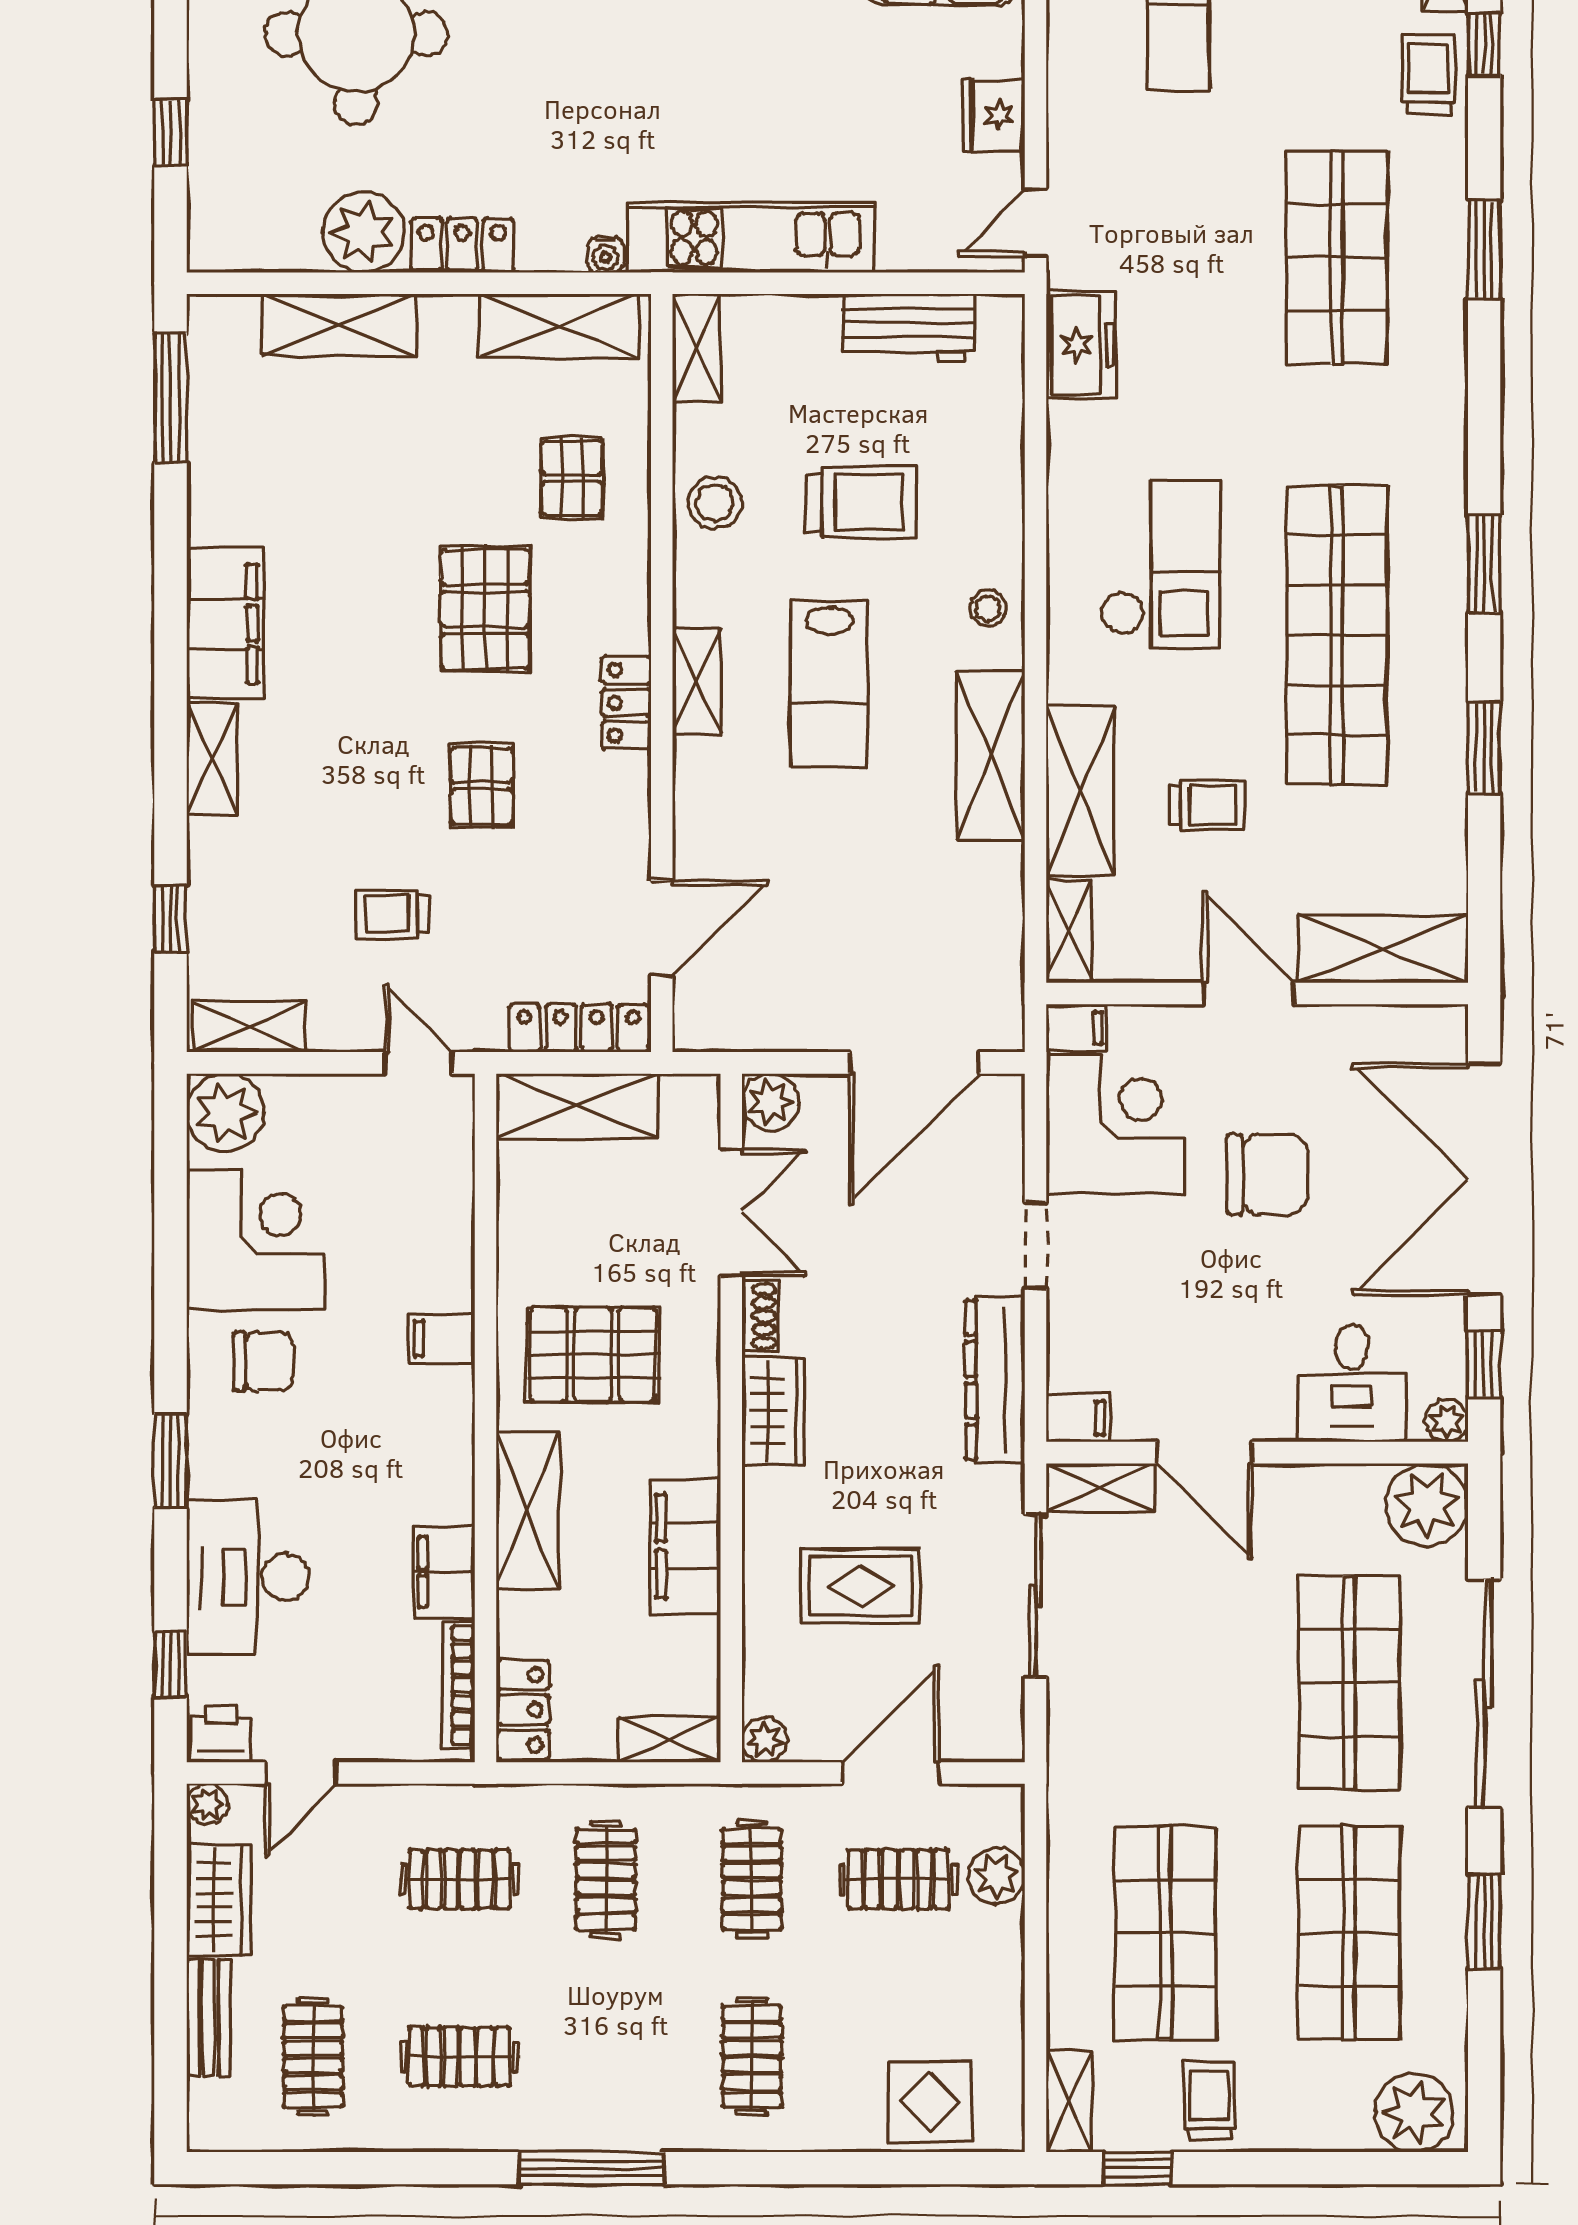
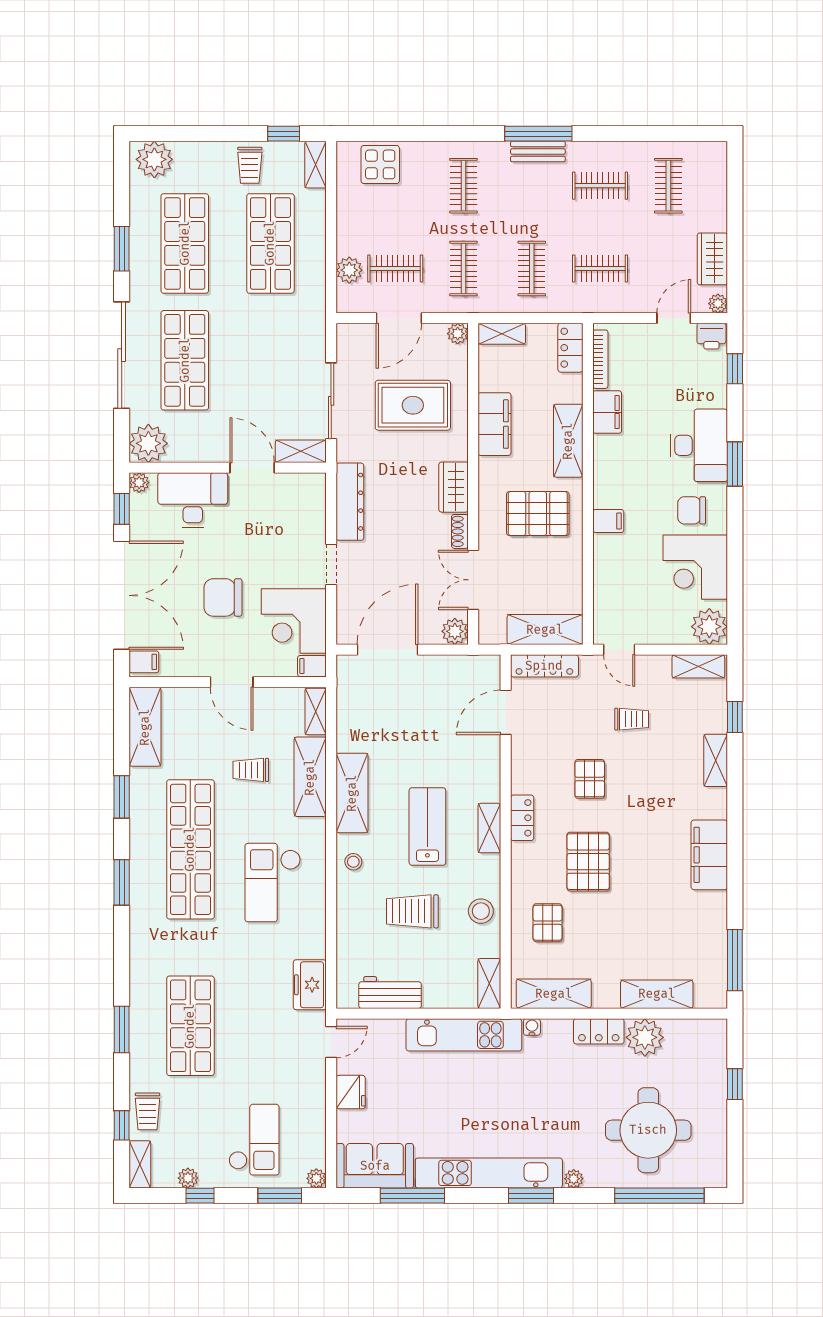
shelving: (212, 759) -> (716, 760), moved
shelving: (1383, 949) -> (145, 727), moved, turned 90
desk: (1352, 1383) -> (193, 500), width x1.37
filing cabinet: (1078, 1418) -> (144, 662), moved, turned 180
desk: (248, 1577) -> (699, 445), moved
rug: (860, 1586) -> (413, 405), width x1.36, depth x1.43
bench: (209, 2018) -> (538, 151), moved, turned 90

